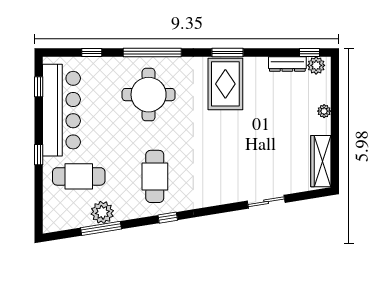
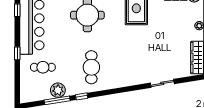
cafe table: (79, 176) -> (43, 67), width x0.73, depth x0.74
window: (168, 218) -> (82, 96), moved

